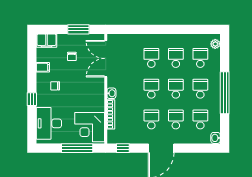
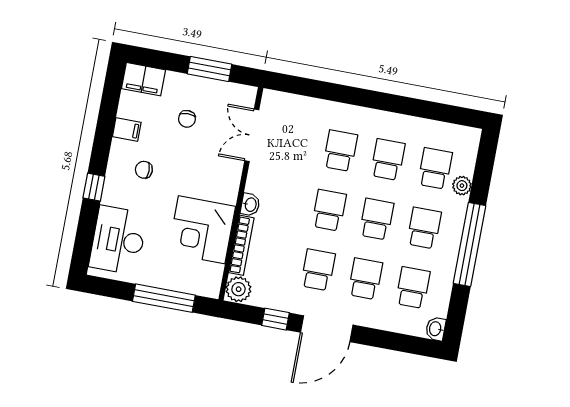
plant: (215, 44) -> (462, 186), moved
double door: (106, 59) -> (252, 135), width x0.73
corner desk: (90, 127) -> (202, 230), moved
plant: (114, 137) -> (239, 289), added
window: (123, 148) -> (275, 319), moved

